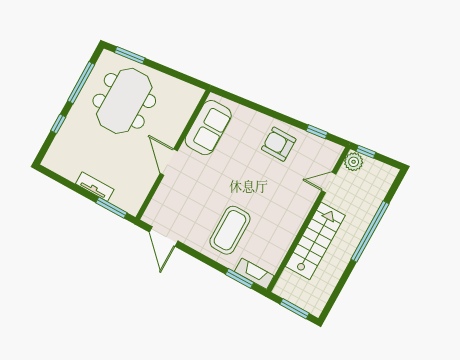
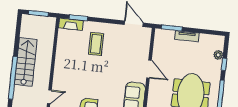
plant: (61, 141) -> (218, 55), added
coffee table: (230, 230) -> (96, 44), width x0.73, depth x0.76
stairs: (315, 241) -> (26, 62), moved, turned 180

